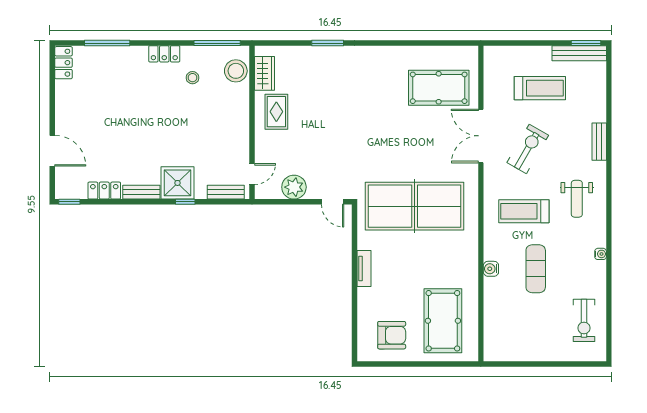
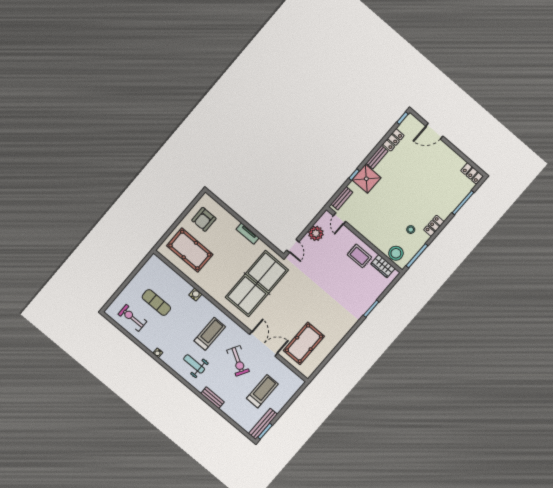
treadmill: (540, 88) -> (262, 391), turned 180
door: (333, 202) -> (293, 246), swing flipped
exercise mat: (536, 269) -> (156, 303), moved

